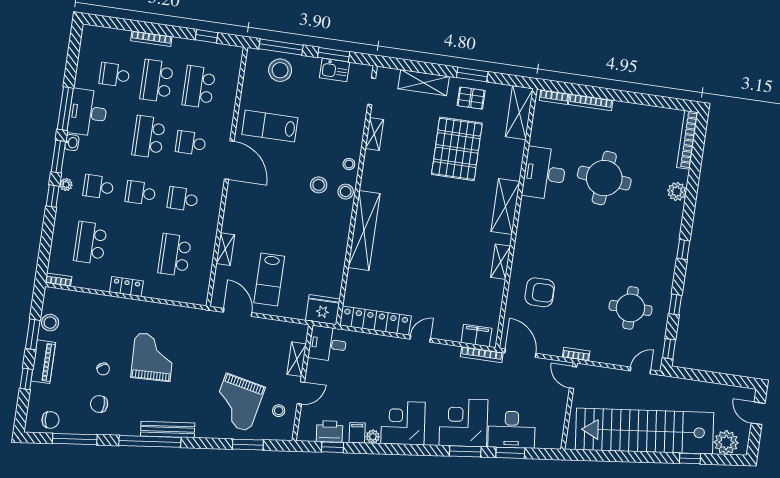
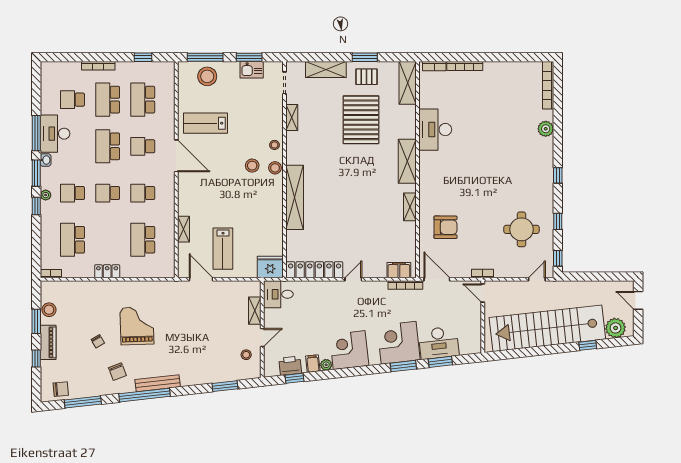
round table: (604, 178) -> (485, 126), removed
grand piano: (238, 403) -> (212, 353), removed
chair: (99, 404) -> (117, 372), moved, turned -111

